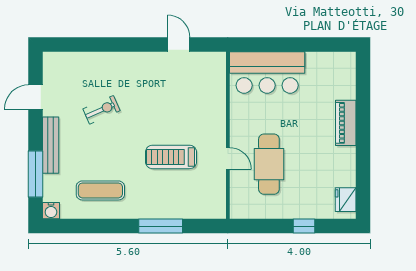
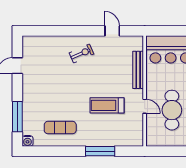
exercise bike: (102, 110) -> (82, 53), moved
bench: (51, 145) -> (138, 70), moved

